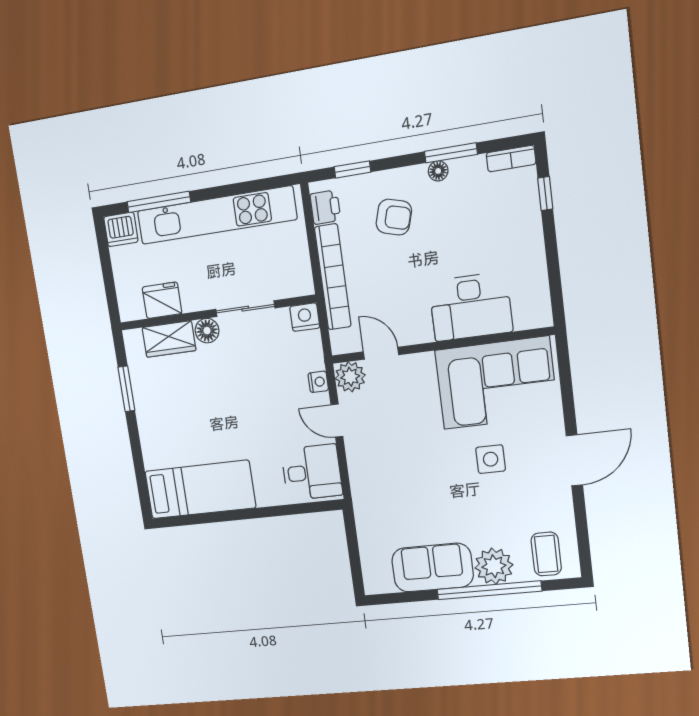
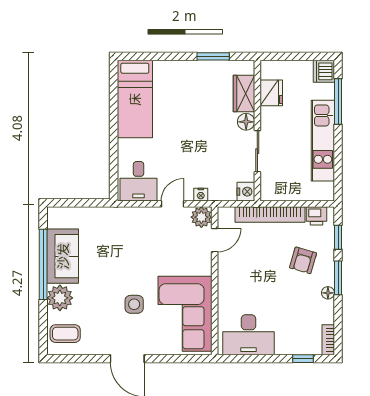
window: (451, 153) -> (338, 278), moved
kitchen unit: (216, 215) -> (323, 141), width x0.73
desk: (471, 307) -> (248, 335), moved, turned -90
window: (489, 590) -> (43, 264), moved

